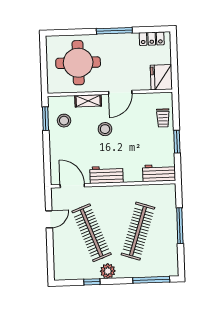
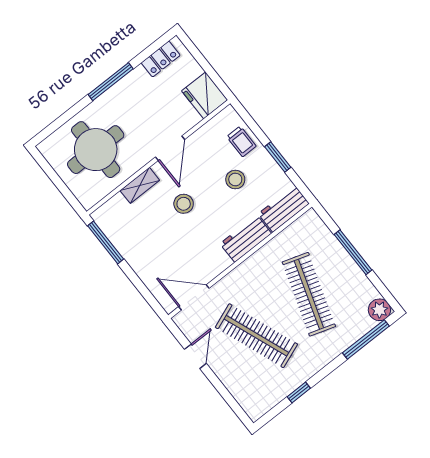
window: (46, 119) -> (106, 242), width x1.44
stool: (64, 121) -> (235, 179), moved
workbench: (106, 175) -> (246, 239), moved
plant: (108, 271) -> (379, 310), moved

